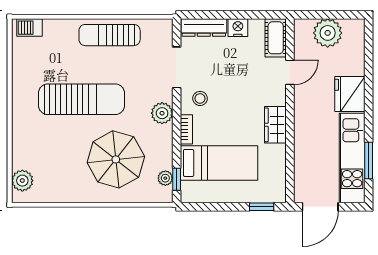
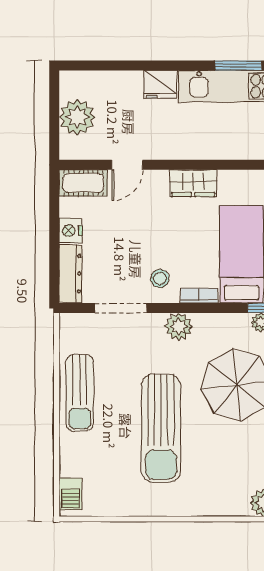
door: (290, 72) -> (127, 165), swing flipped
fridge: (350, 94) -> (160, 84), width x0.73, depth x0.75
sun lounger: (82, 99) -> (161, 428), turned 180

